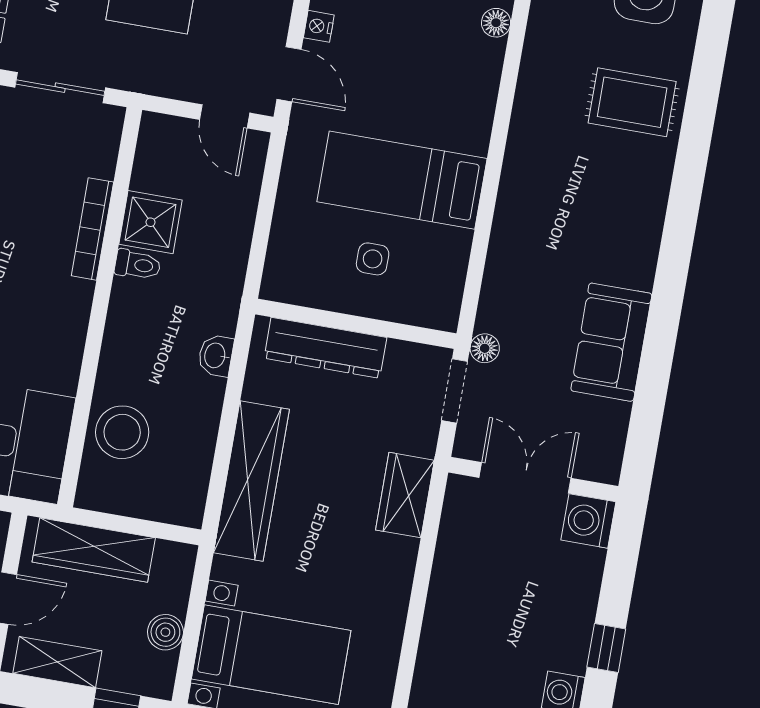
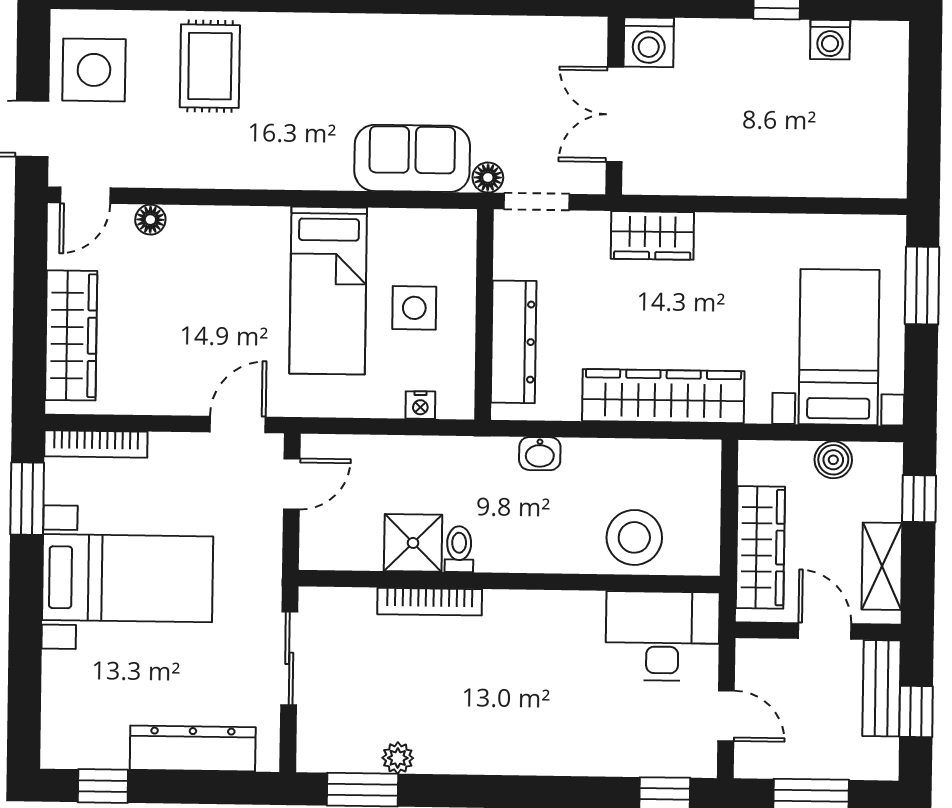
nightstand: (319, 26) -> (420, 405), moved
side table: (373, 259) -> (414, 308), width x1.37, depth x1.37
sofa: (611, 342) -> (412, 158), moved, turned 180

